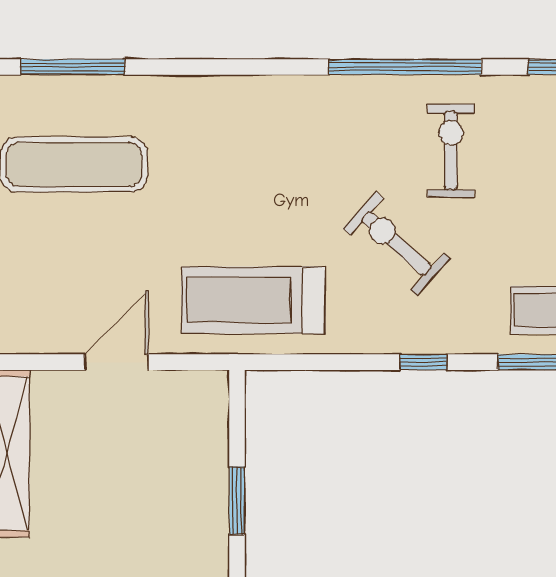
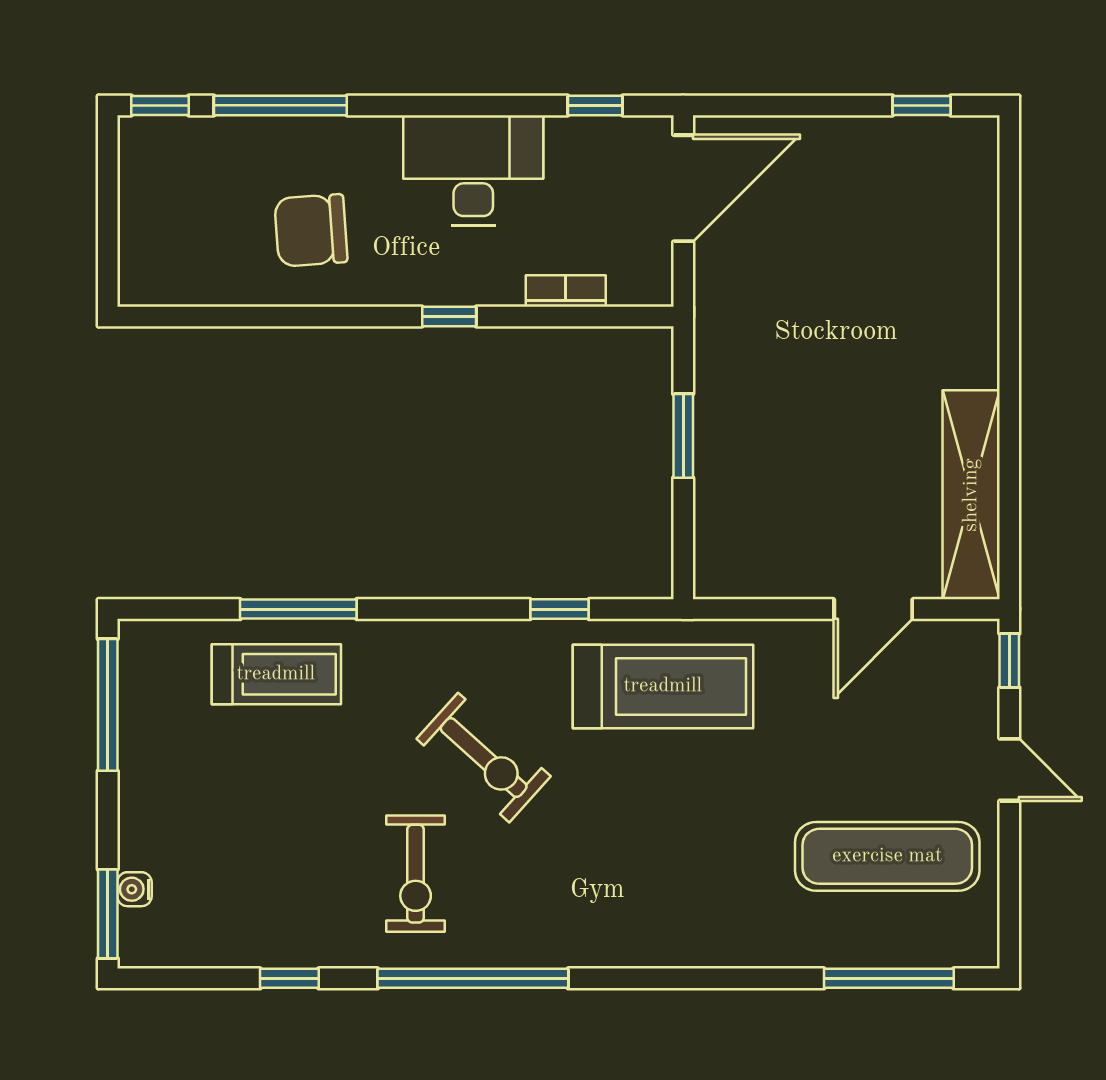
door: (117, 362) -> (873, 609), moved
window: (423, 362) -> (559, 609), moved

